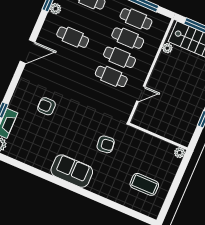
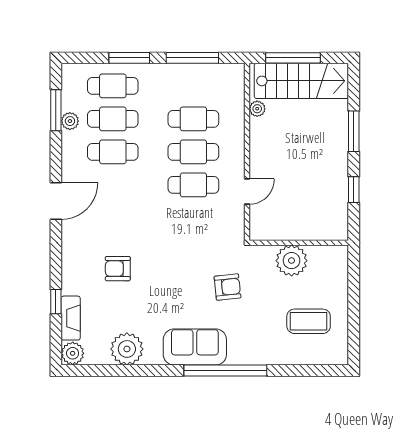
cafe table: (136, 19) -> (113, 119), moved
plant: (180, 153) -> (292, 261), moved, width x1.88, depth x1.88
plant: (32, 155) -> (127, 349), added
window: (84, 192) -> (225, 371), added

